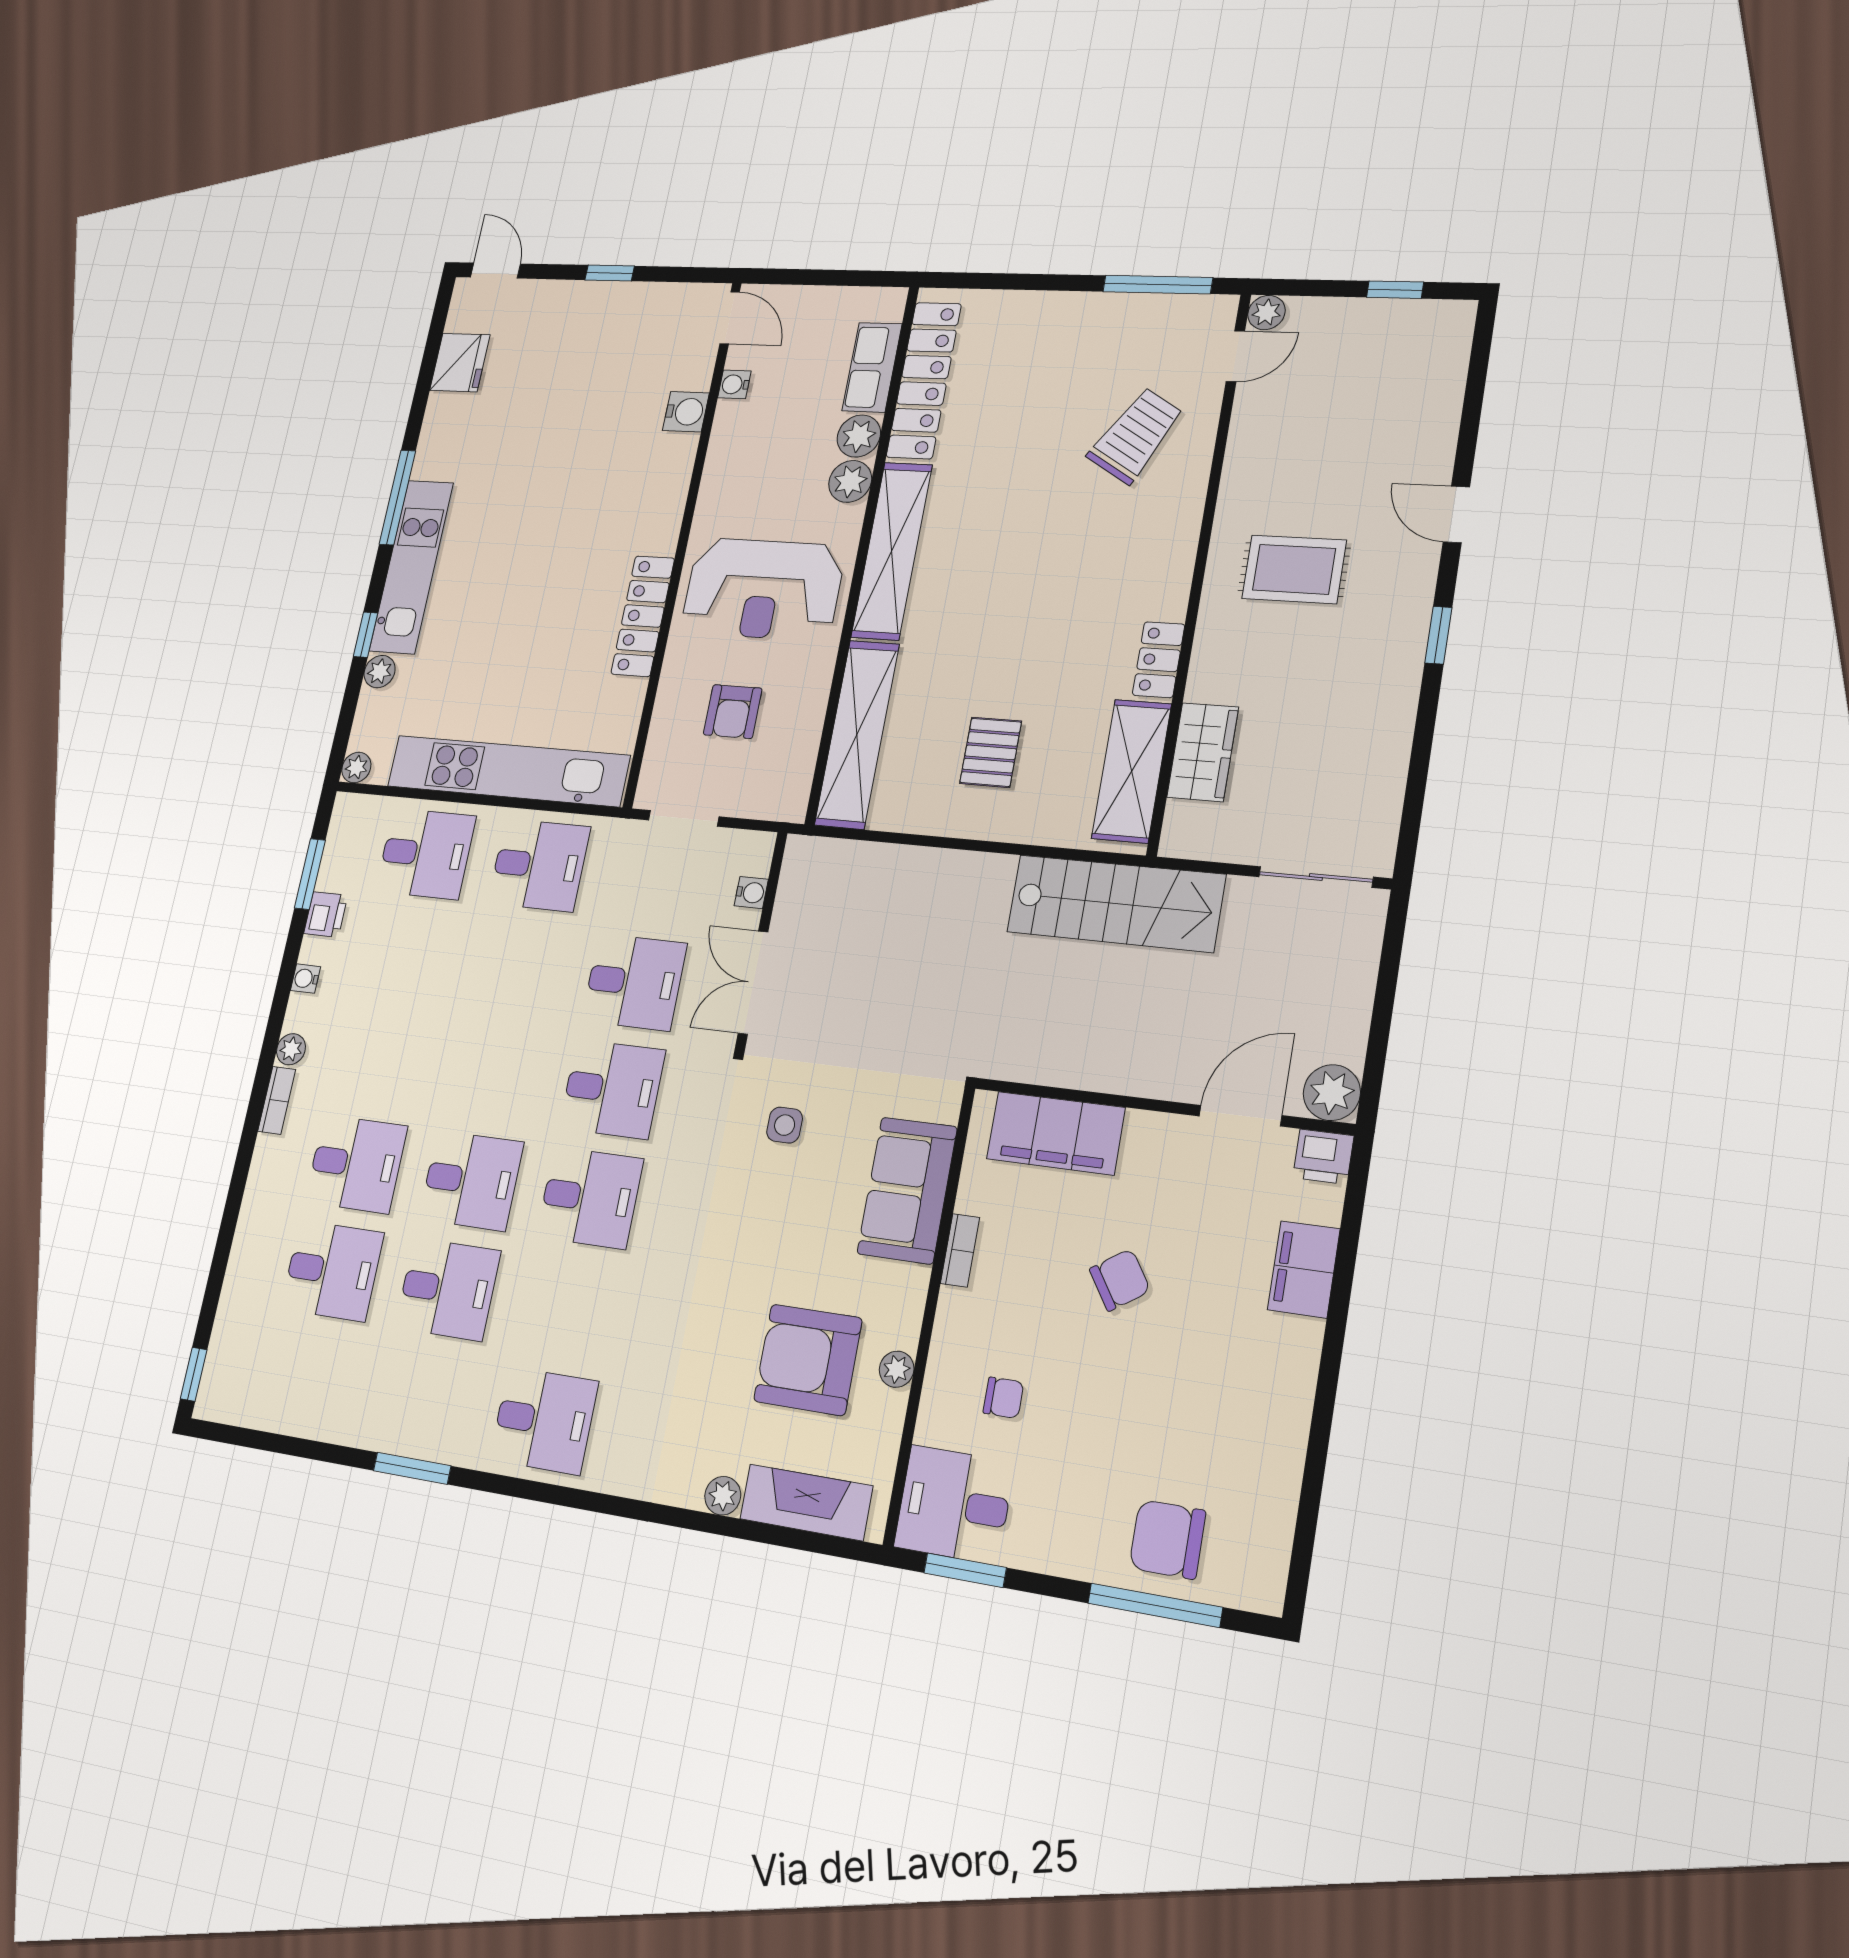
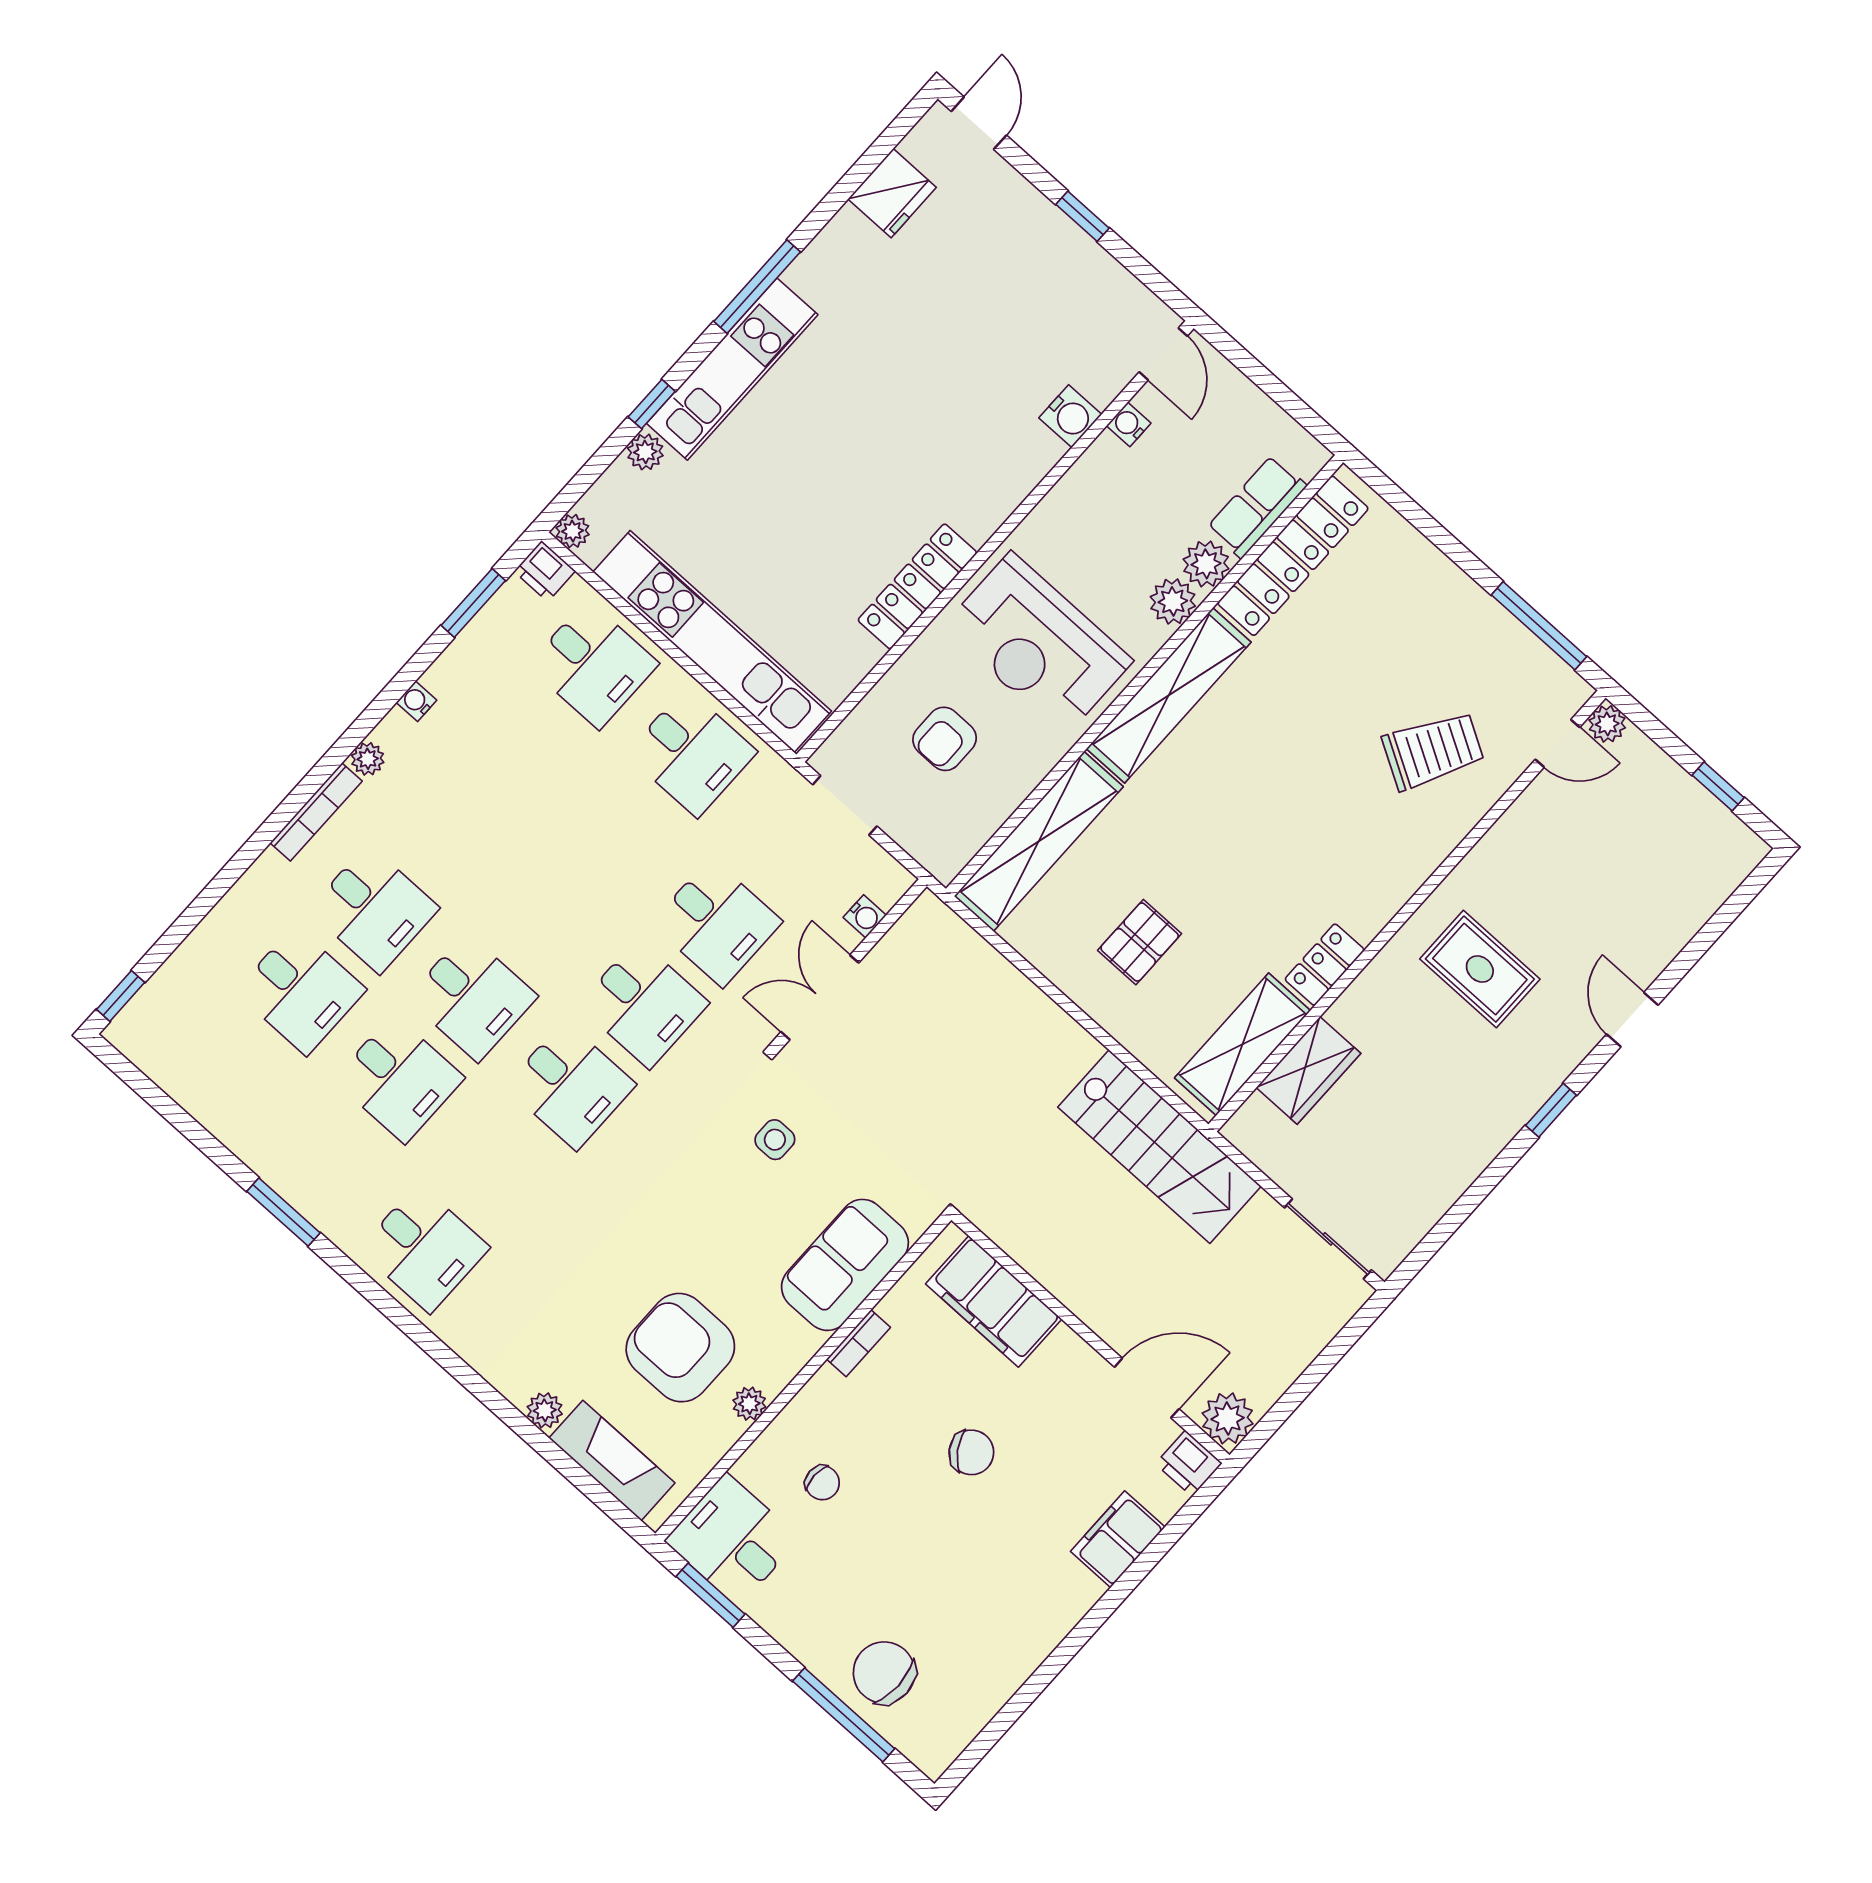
printer: (326, 914) -> (545, 571), moved, turned 90
bookcase: (277, 1100) -> (316, 812), width x1.56

